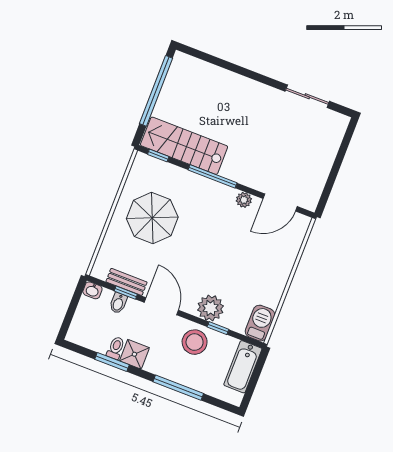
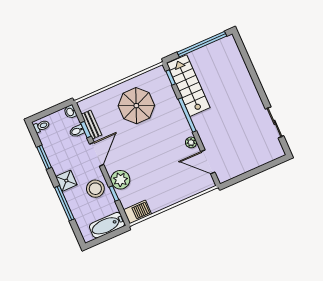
toilet: (116, 348) -> (42, 126), moved
shower: (134, 354) -> (66, 181), moved

